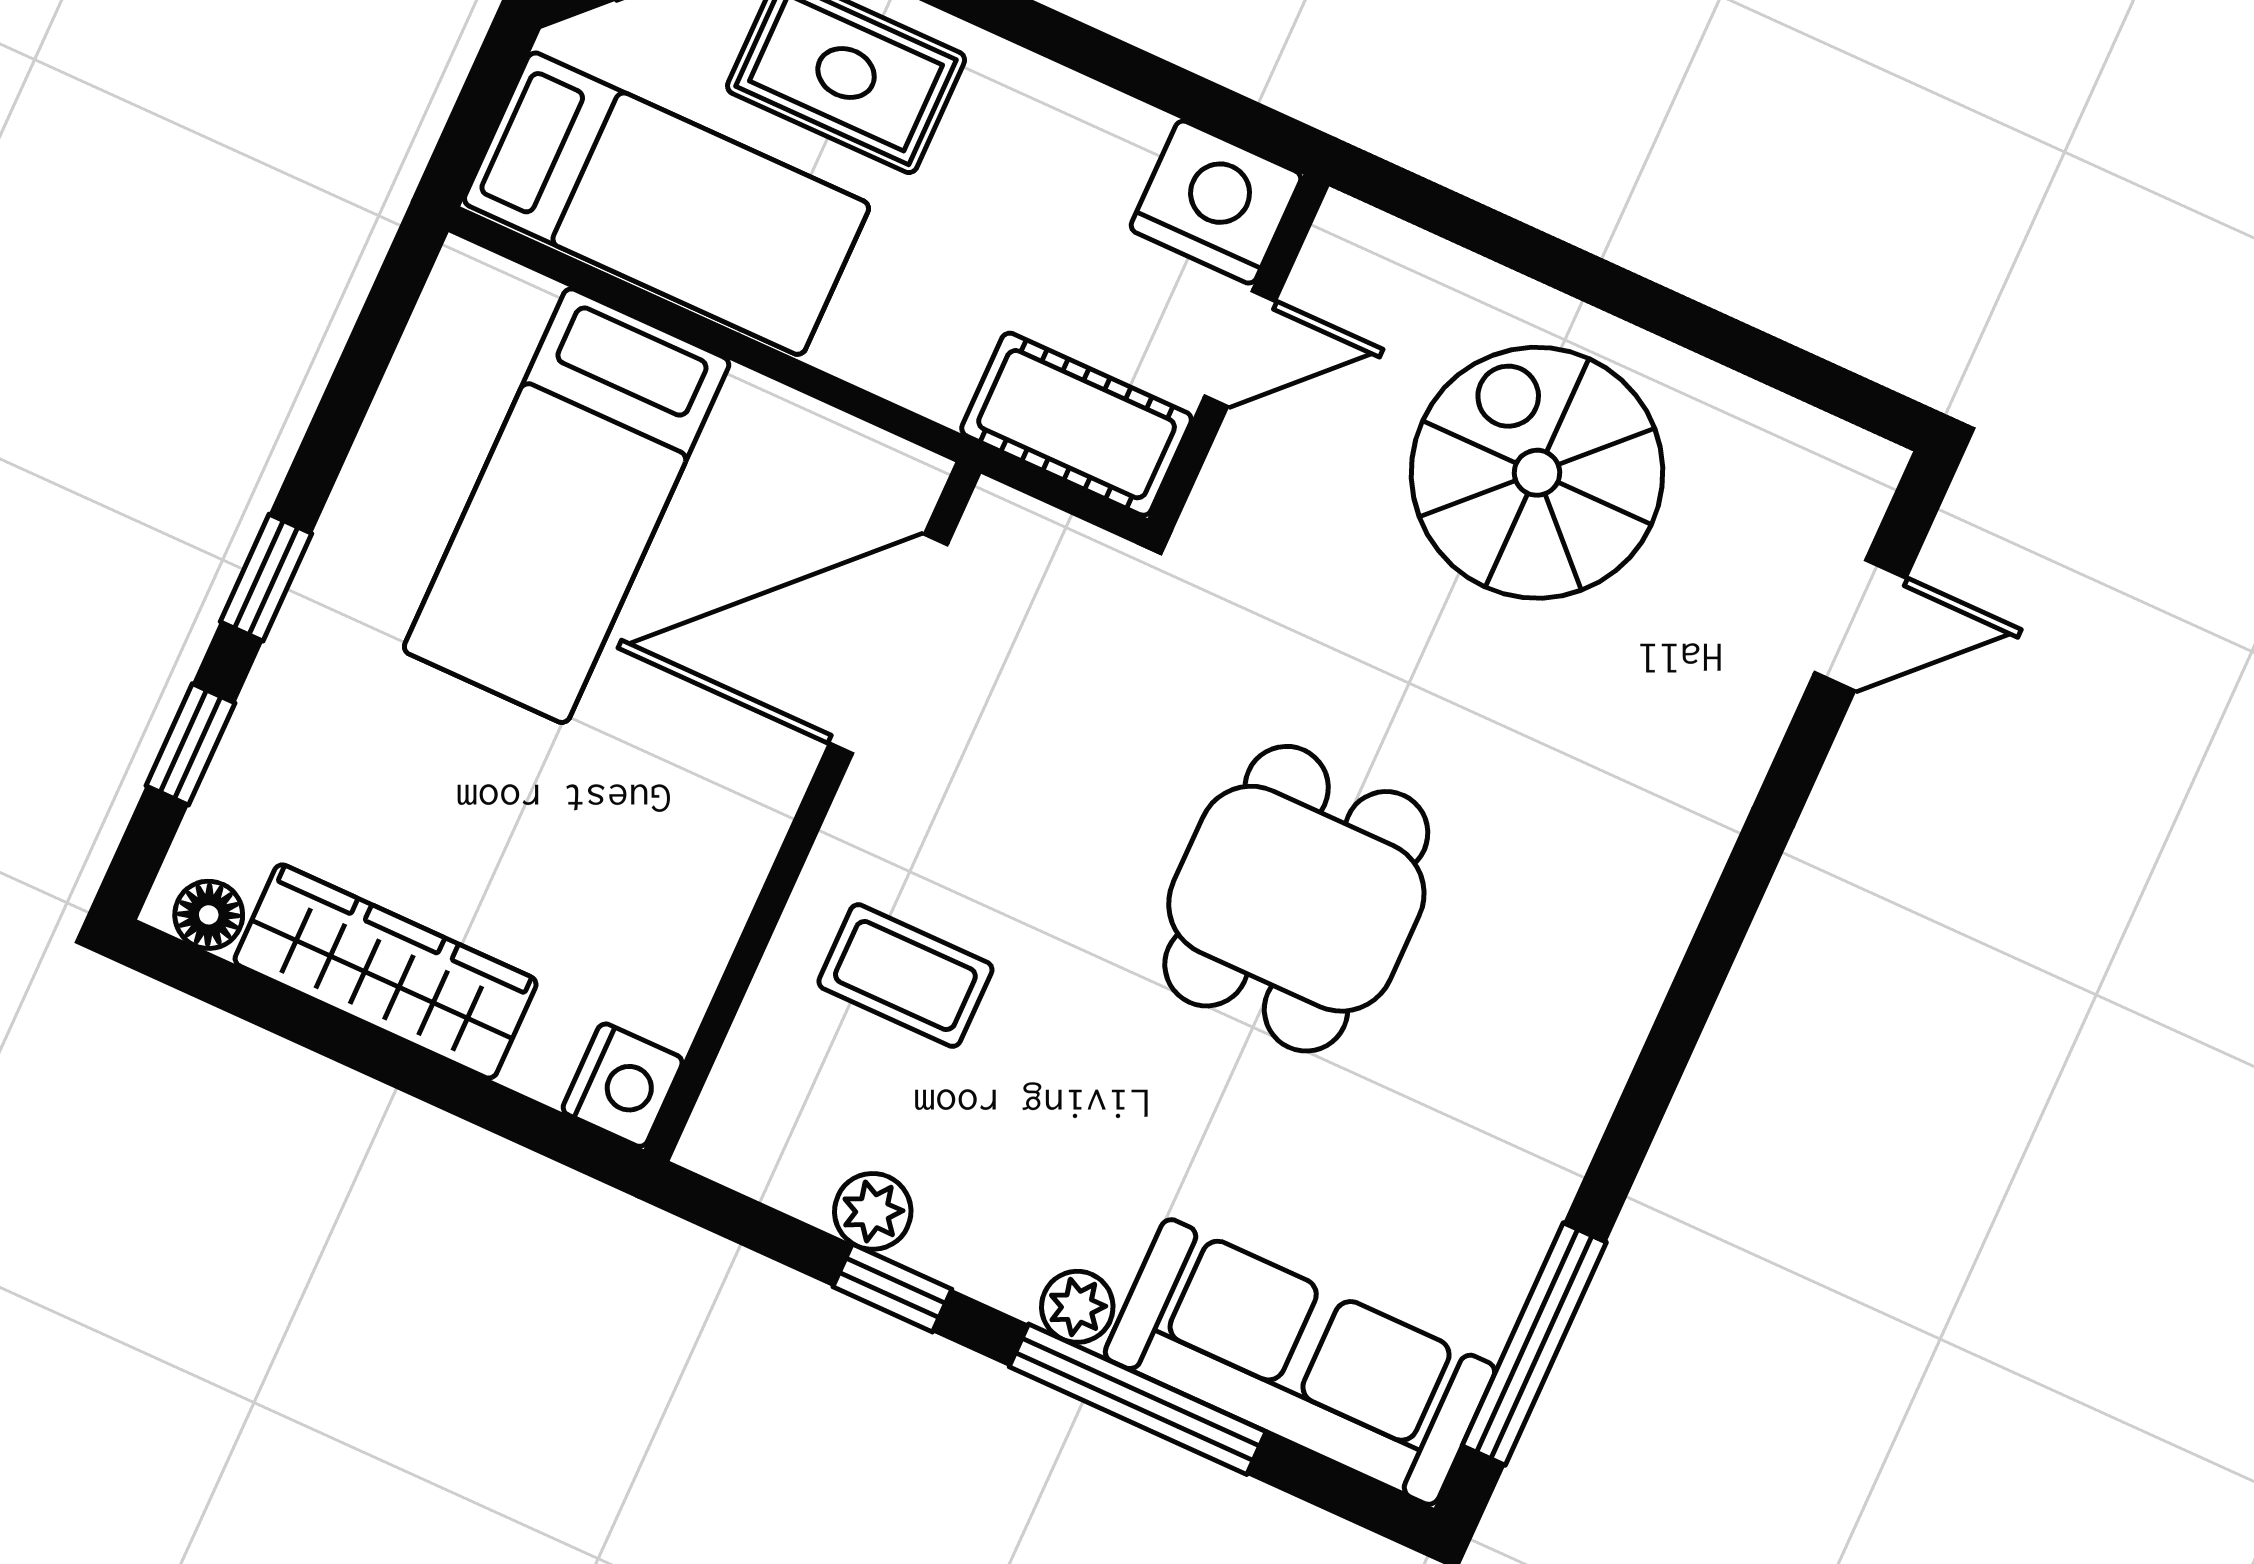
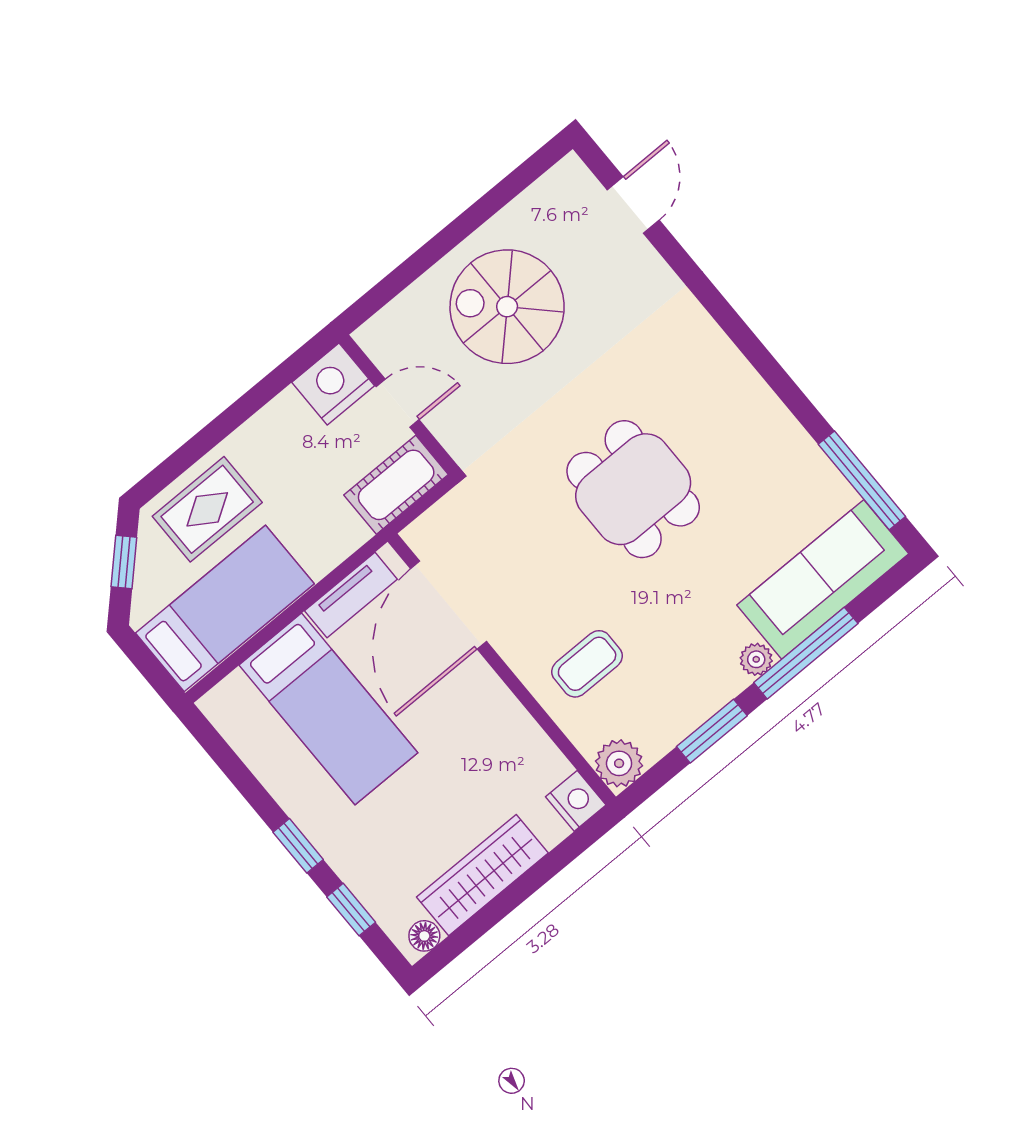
door: (1240, 349) -> (398, 403), hinge flipped
tv unit: (815, 441) -> (351, 595), added
plant: (873, 1211) -> (619, 763), moved, width x1.38, depth x1.38
window: (892, 1288) -> (712, 731), width x1.50

